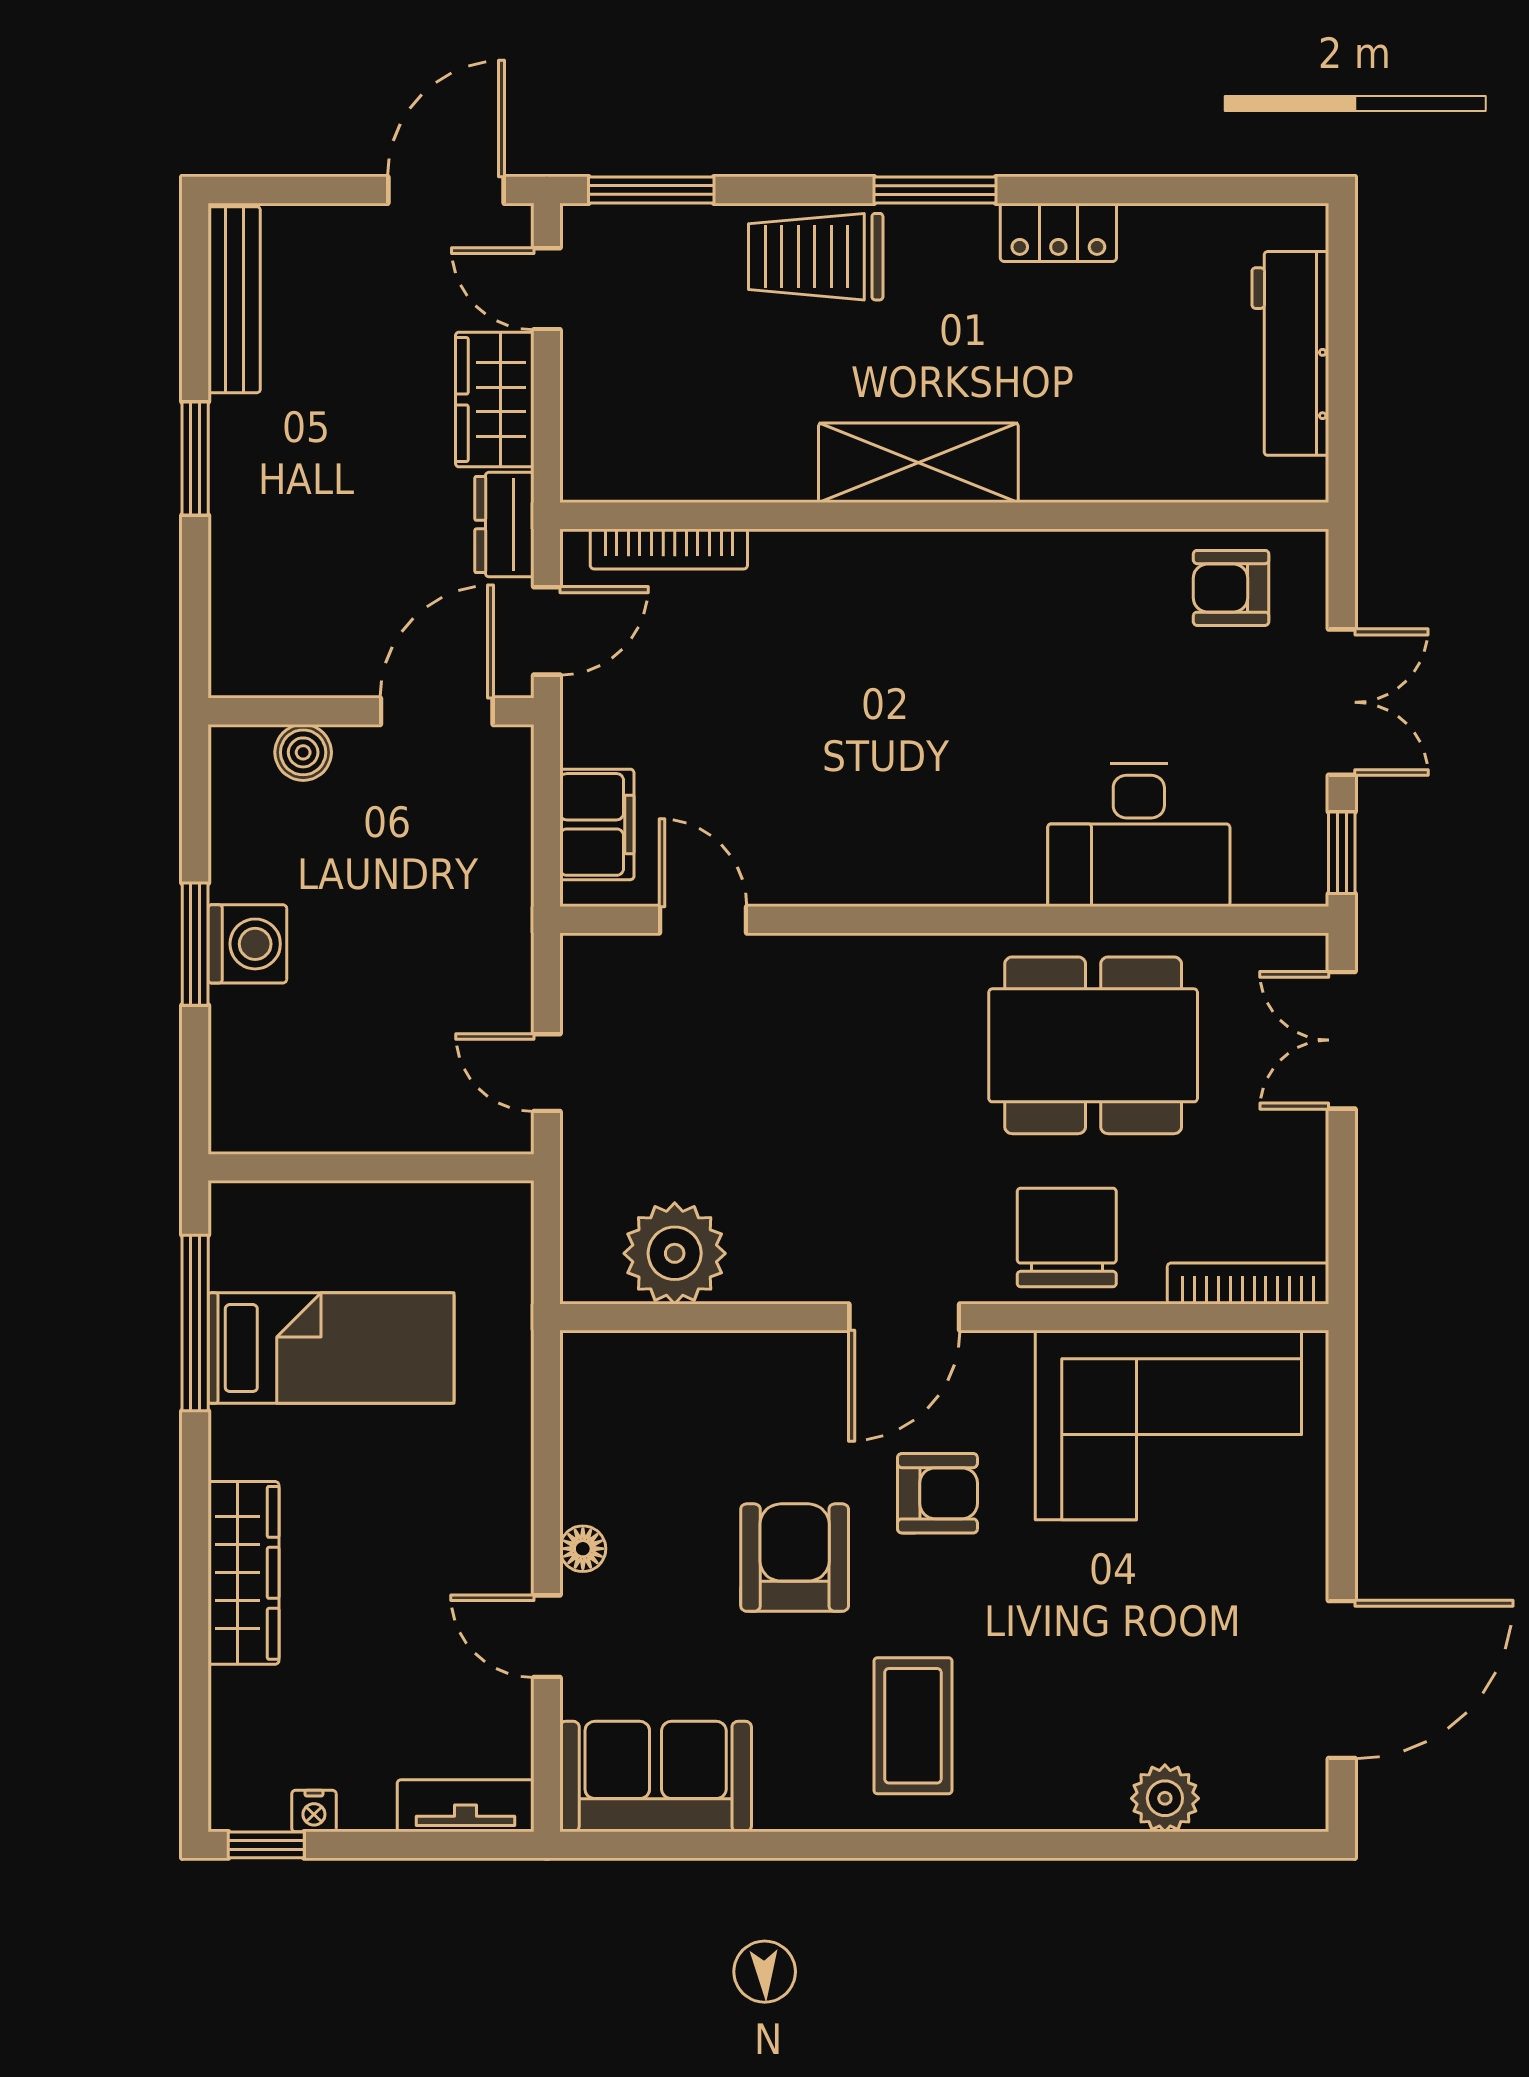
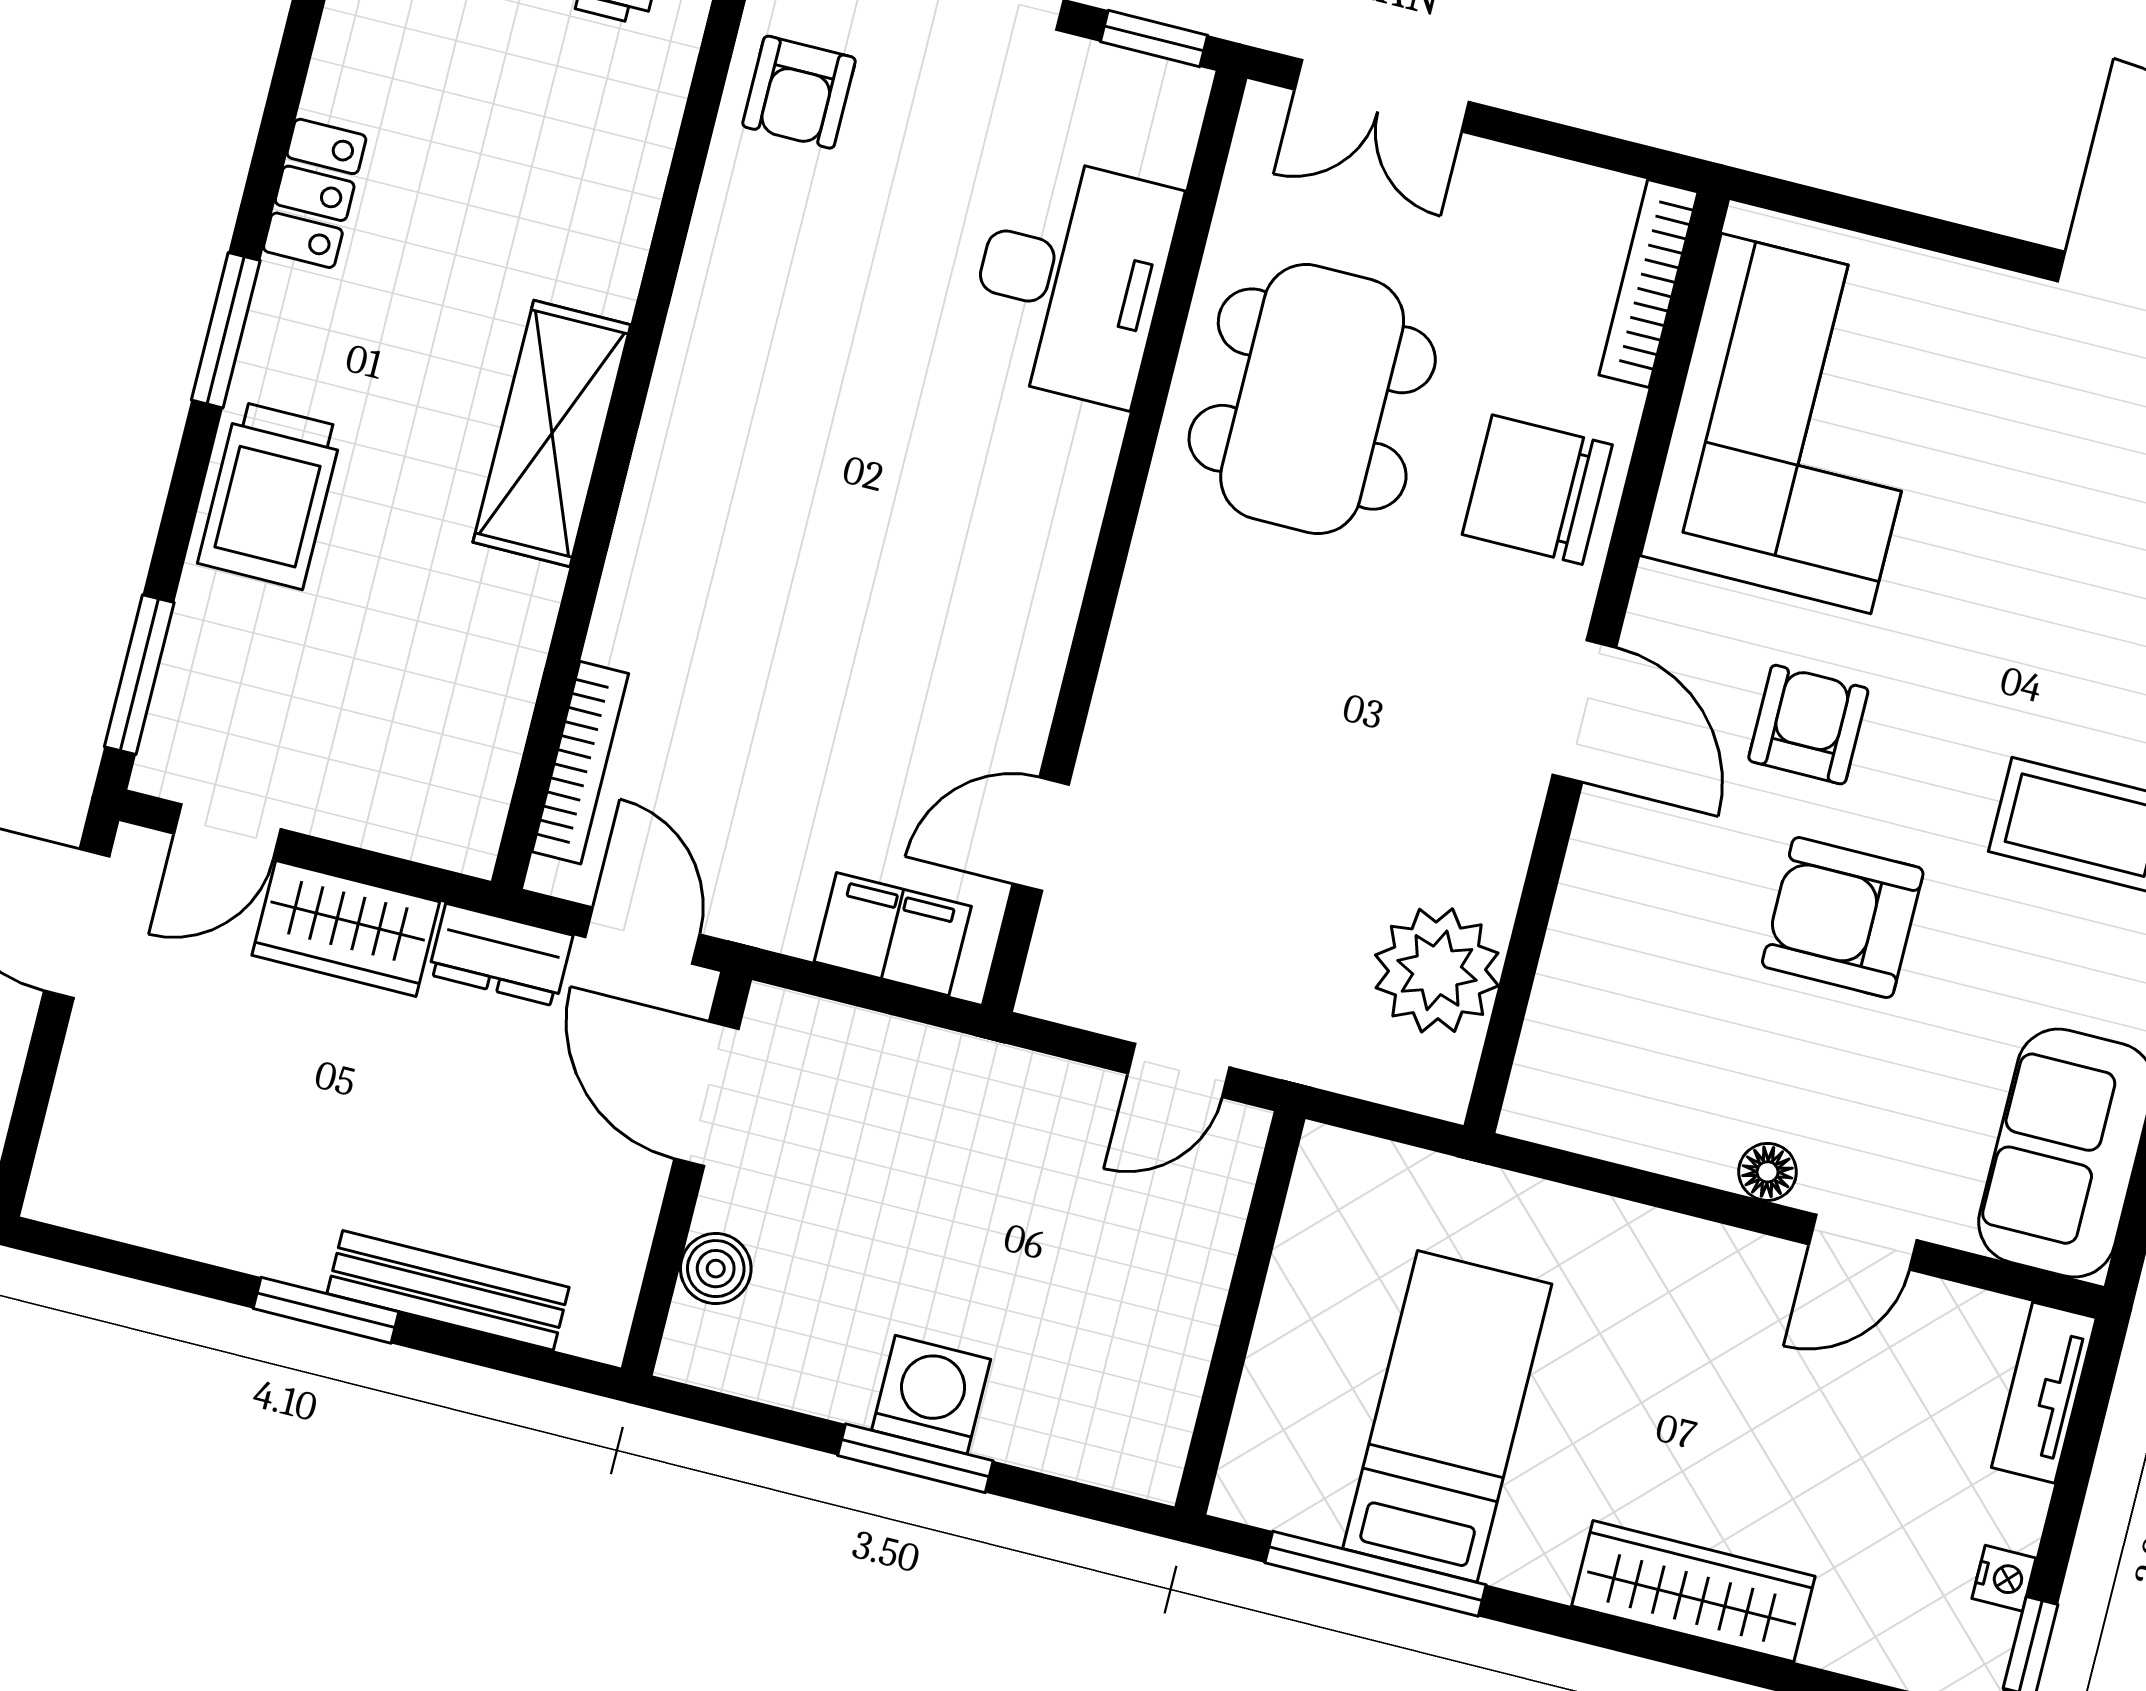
bench: (234, 300) -> (448, 1290), moved

